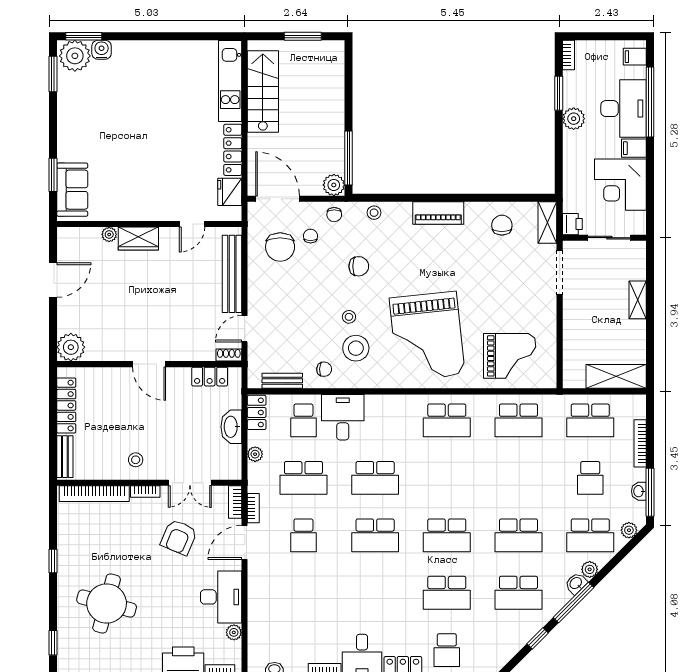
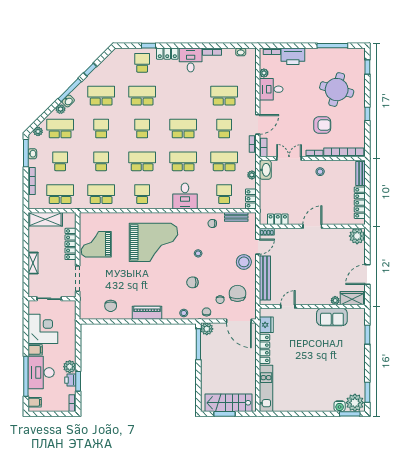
stairs: (263, 92) -> (228, 403), moved, turned 90
sofa: (72, 190) -> (332, 317), moved, turned -90
shelving: (547, 222) -> (85, 307), removed
printer: (572, 224) -> (70, 380), moved
wardrobe: (138, 239) -> (352, 298), moved
locker: (572, 333) -> (71, 244), added
grand piano: (427, 336) -> (153, 242), turned 96
stool: (356, 348) -> (244, 262), moved
grand piano: (510, 356) -> (96, 244), moved
door: (149, 364) -> (312, 226), hinge flipped
desk: (343, 417) -> (185, 196), moved
school desk: (447, 420) -> (142, 194), width x0.54
washbasin: (231, 427) -> (265, 170), moved
school desk: (447, 478) -> (142, 161), added
school desk: (519, 478) -> (101, 161), added
school desk: (447, 535) -> (142, 129), width x0.54
school desk: (519, 535) -> (101, 129), width x0.54
armchair: (179, 537) -> (322, 125), moved, turned 67
school desk: (303, 593) -> (224, 96), added
desk: (221, 597) -> (271, 89), width x0.73

